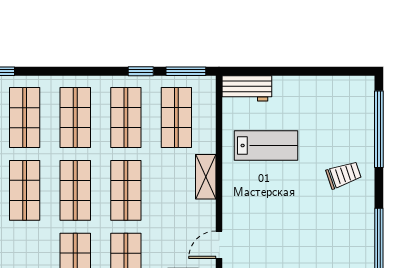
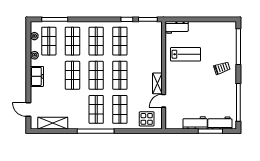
shop shelf: (176, 118) -> (144, 41), removed
shelving: (206, 177) -> (157, 83), moved

